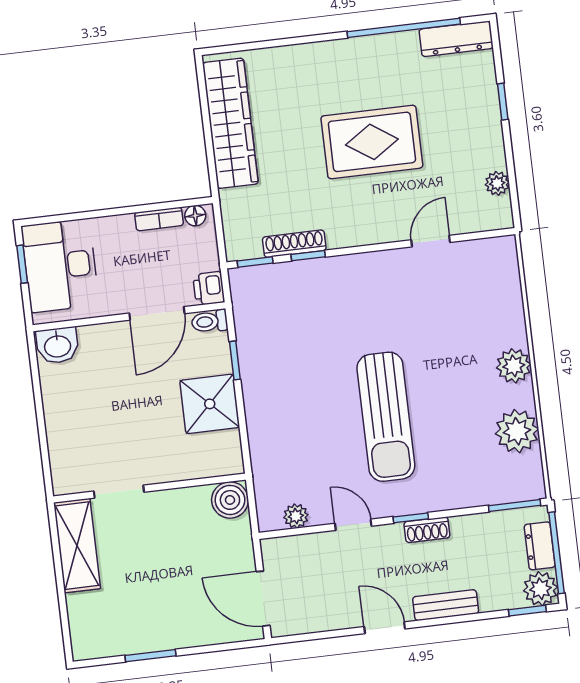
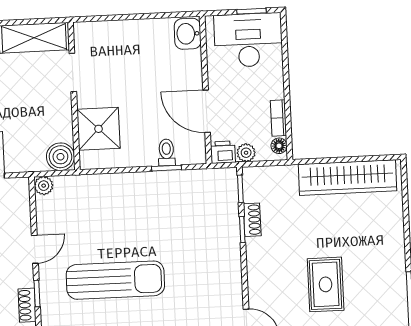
rug: (372, 142) -> (326, 284), width x0.73, depth x0.70
shoe rack: (294, 244) -> (252, 220), width x0.70
plant: (207, 258) -> (246, 153), added
toilet: (210, 321) -> (166, 152), moved
shower: (210, 404) -> (98, 129), moved
sun lounger: (386, 417) -> (115, 280), turned 180
plant: (296, 516) -> (44, 186), moved

